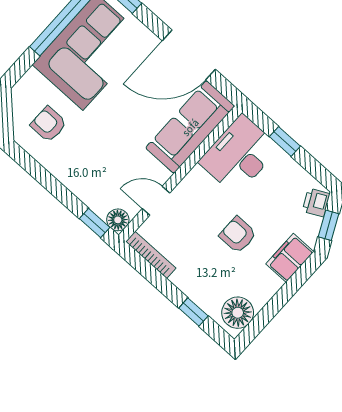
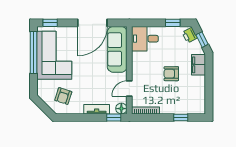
armchair: (49, 124) -> (63, 96), turned -72
window: (285, 141) -> (173, 23), moved
desk: (239, 155) -> (145, 39), width x0.73
tv unit: (80, 188) -> (97, 109), added
floor lamp: (238, 313) -> (197, 103), removed

